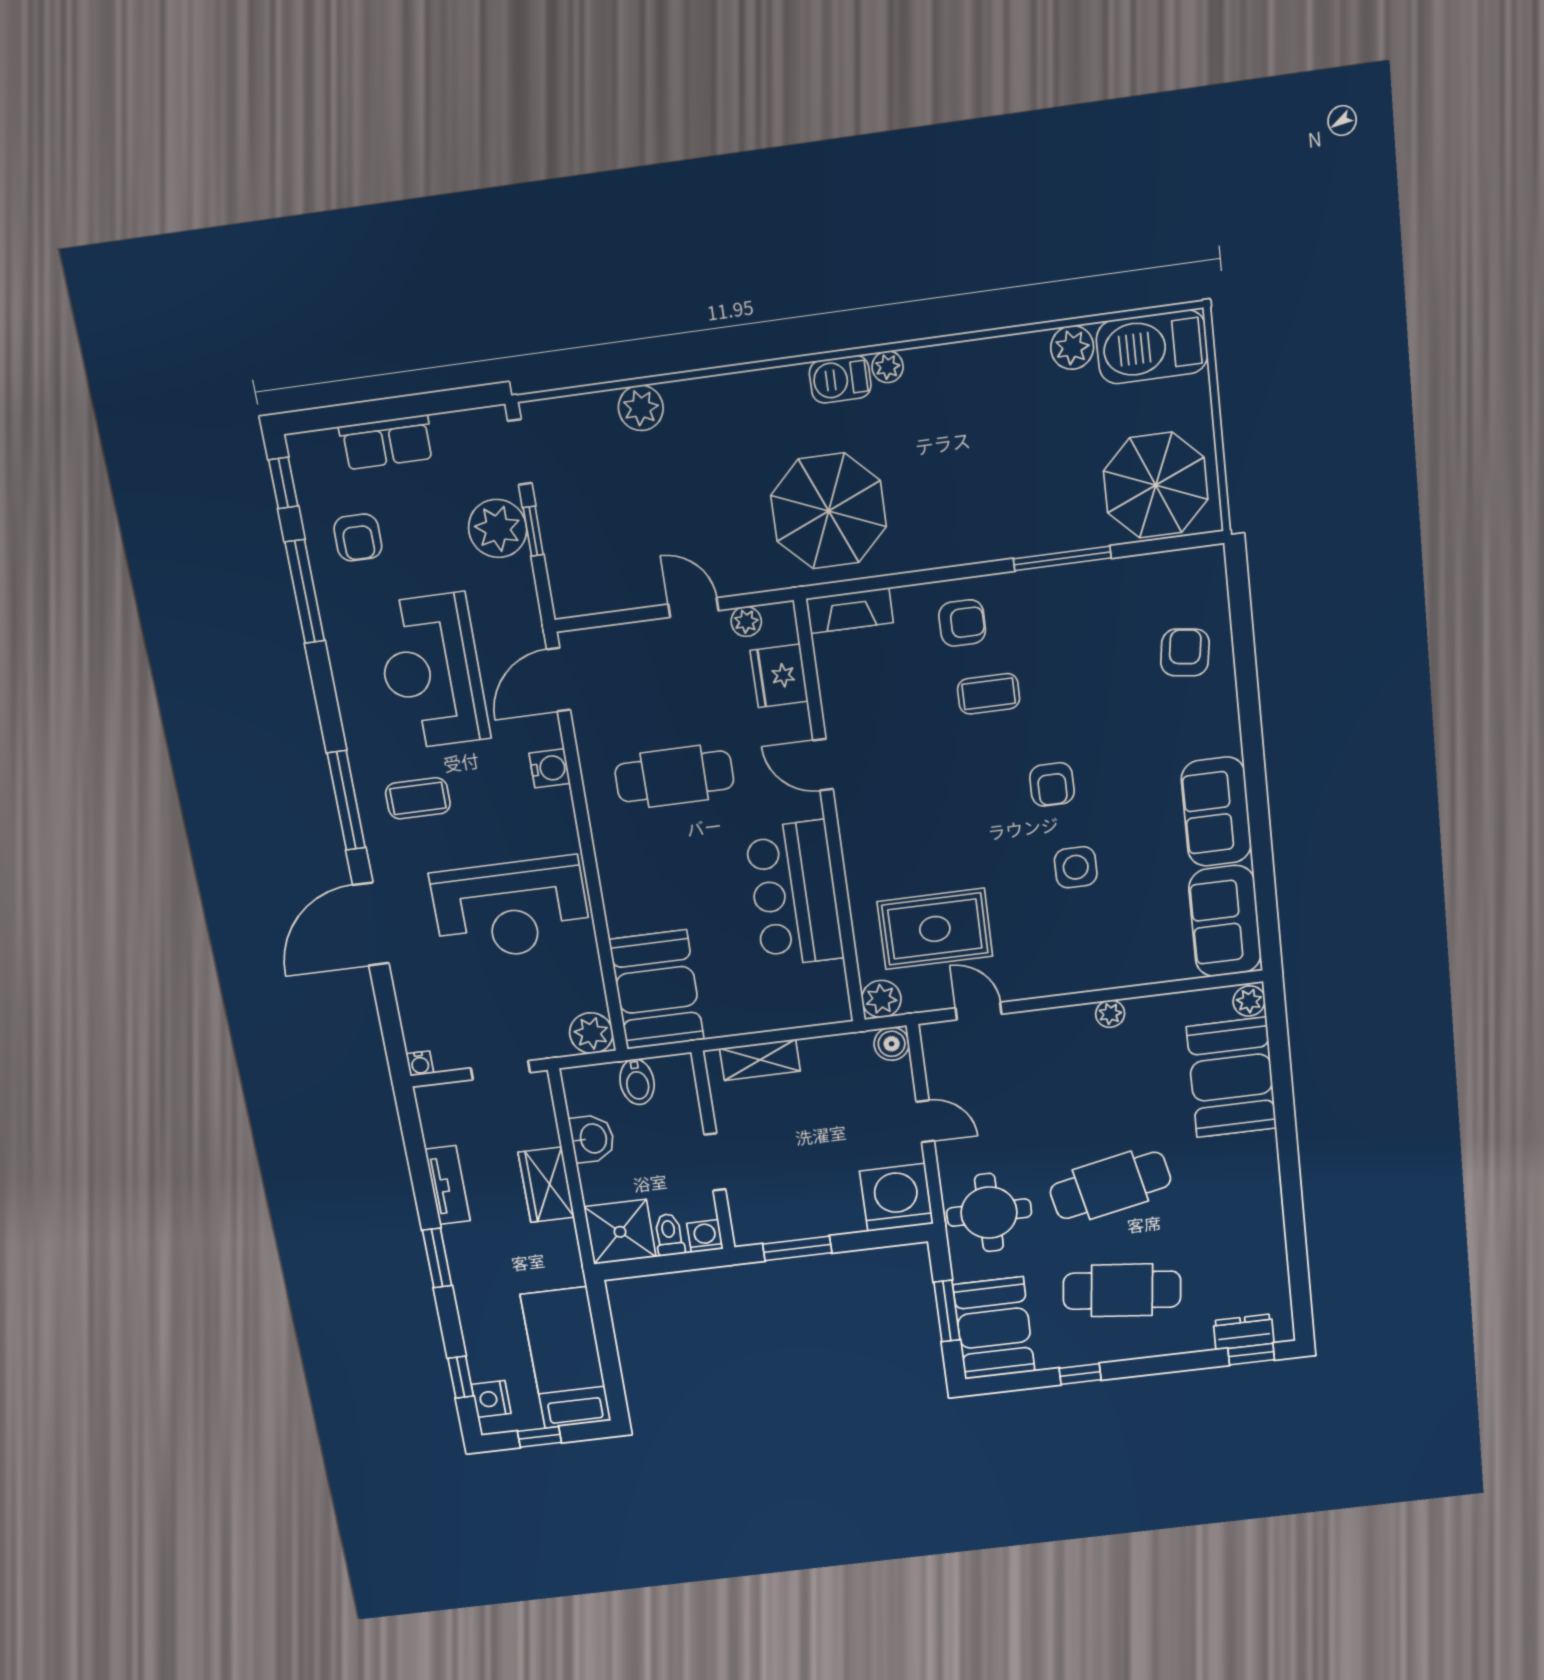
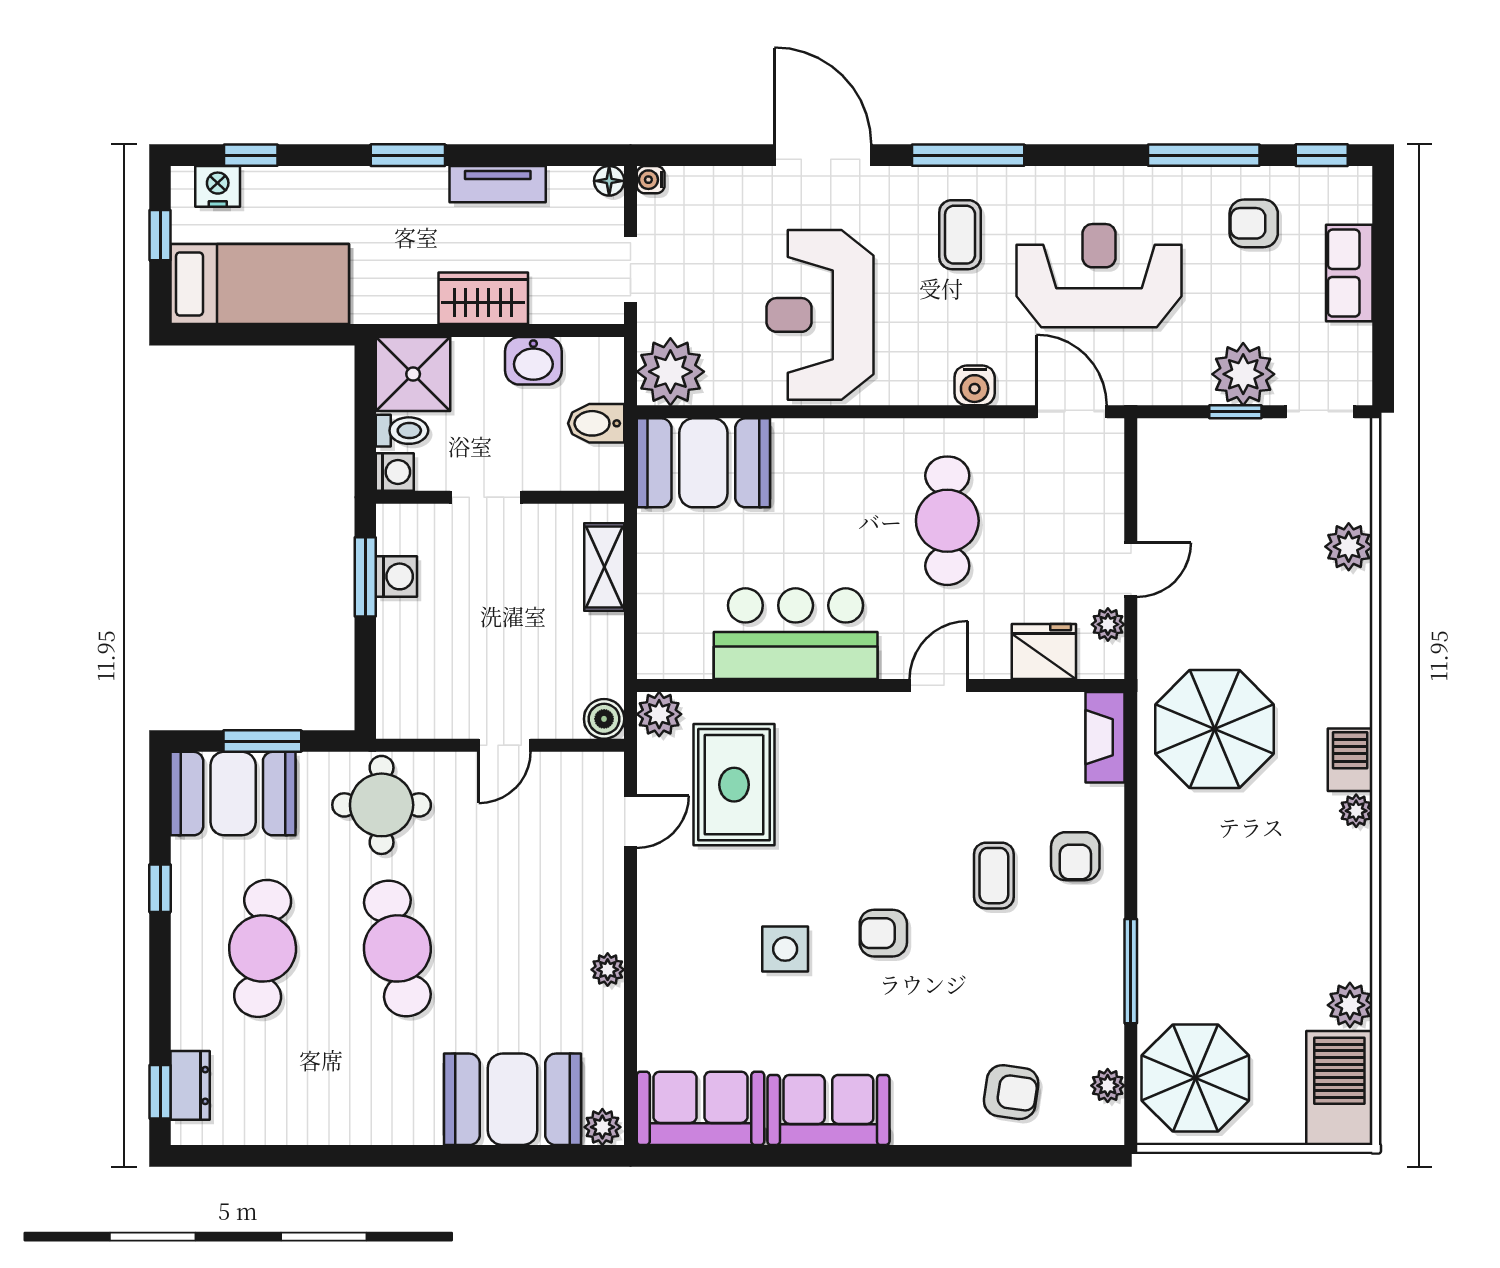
plant: (1171, 566) -> (1108, 1086), added
plant: (591, 1033) -> (670, 372), width x1.36, depth x1.36
floor lamp: (427, 1097) -> (609, 181), added
washing machine: (896, 1197) -> (396, 576), moved, width x0.53, depth x0.53

